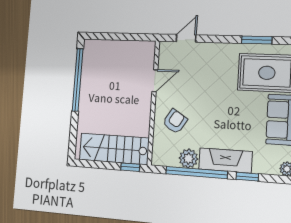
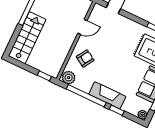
stairs: (114, 149) -> (27, 38), moved, turned 90
plant: (188, 159) -> (69, 78), moved

